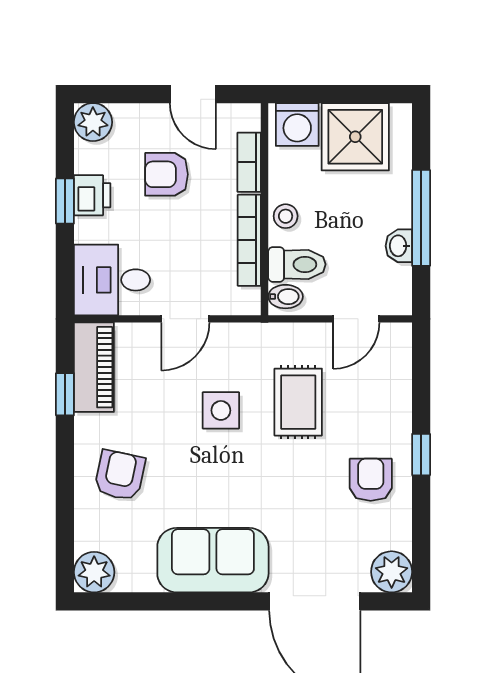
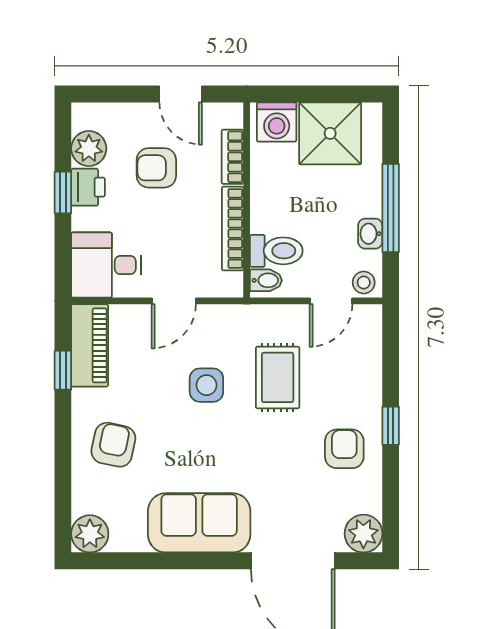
plant: (93, 122) -> (89, 148), moved
stool: (286, 216) -> (364, 282), moved

